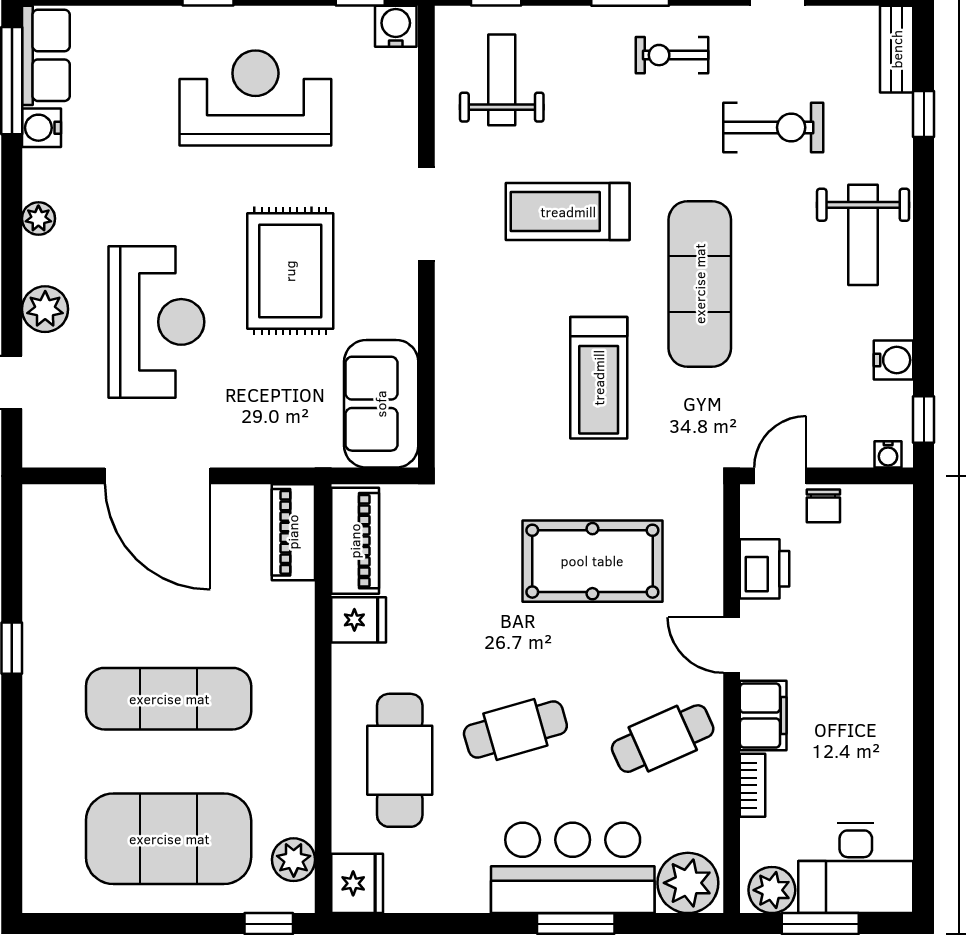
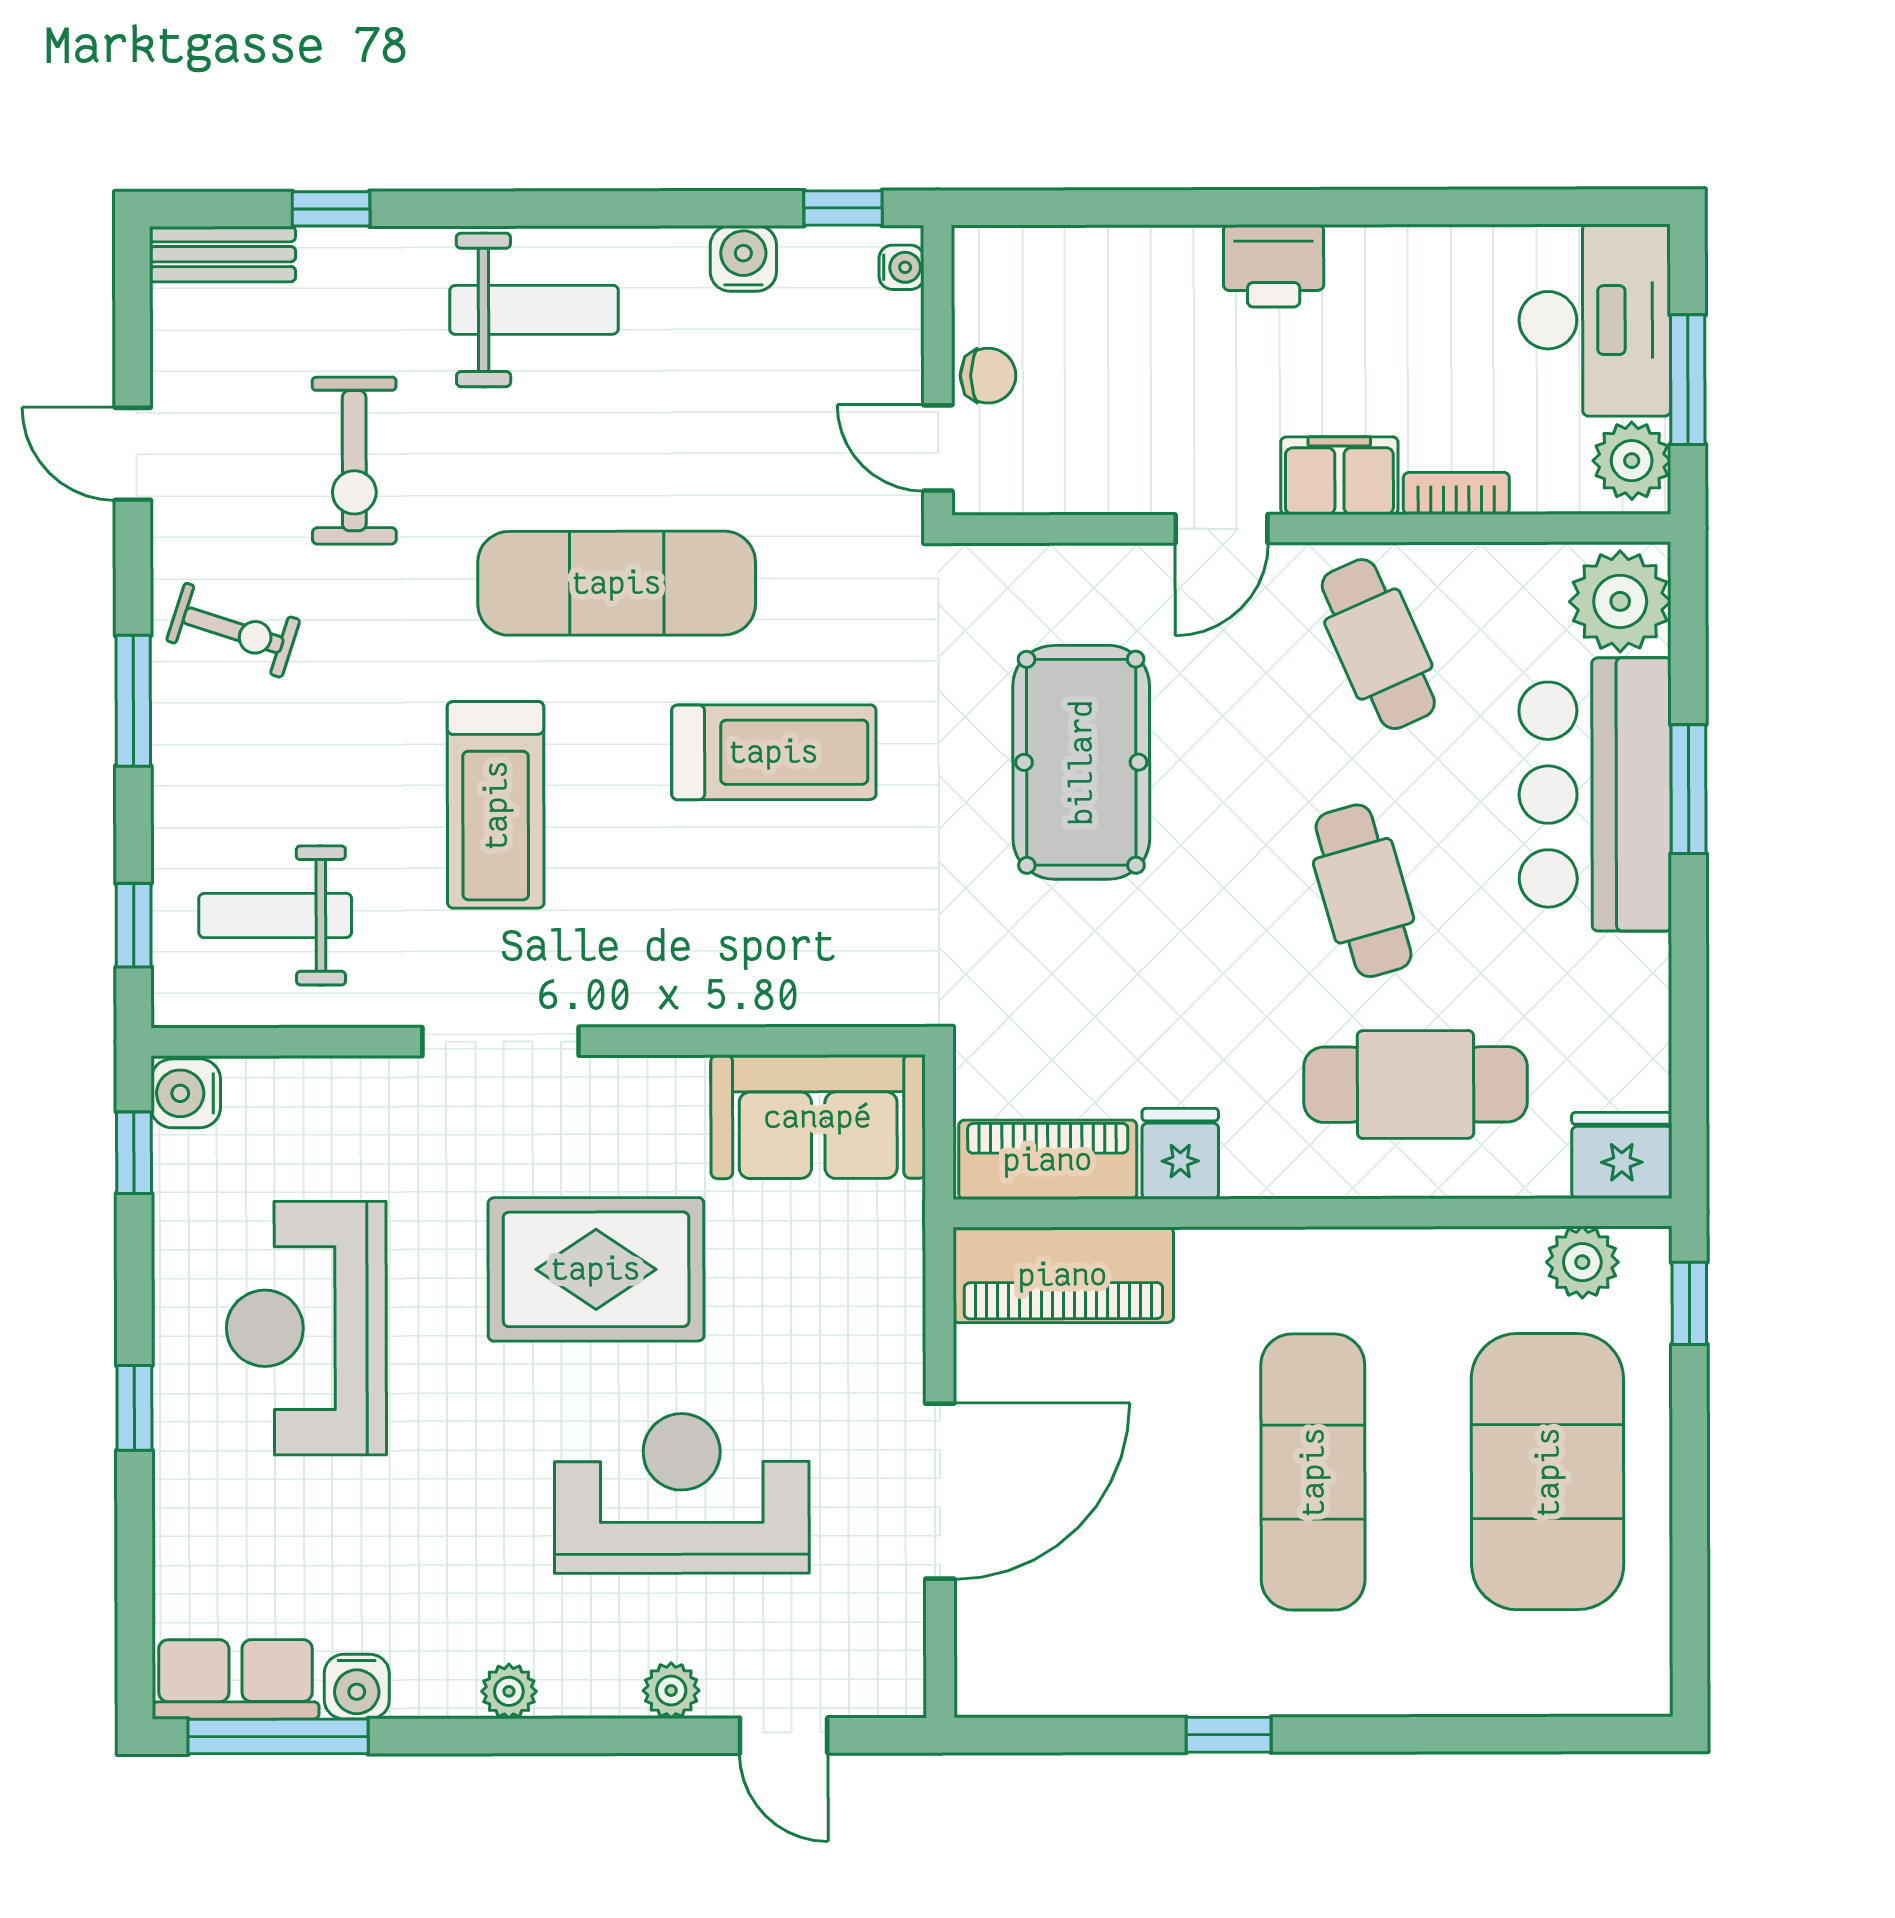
exercise bike: (672, 55) -> (233, 630), turned -72
exercise bike: (773, 127) -> (354, 461), turned 180
plant: (45, 309) -> (671, 1690), width x0.73, depth x0.73
piano: (293, 532) -> (1063, 1275), width x1.37, depth x1.33
printer: (765, 569) -> (1274, 266), moved, turned 180

